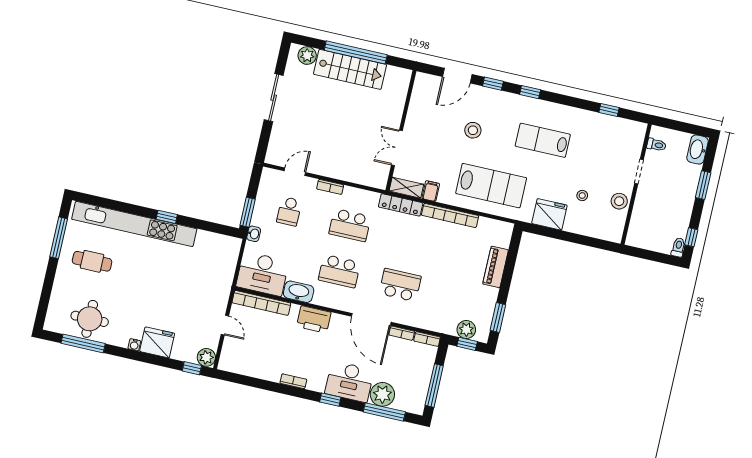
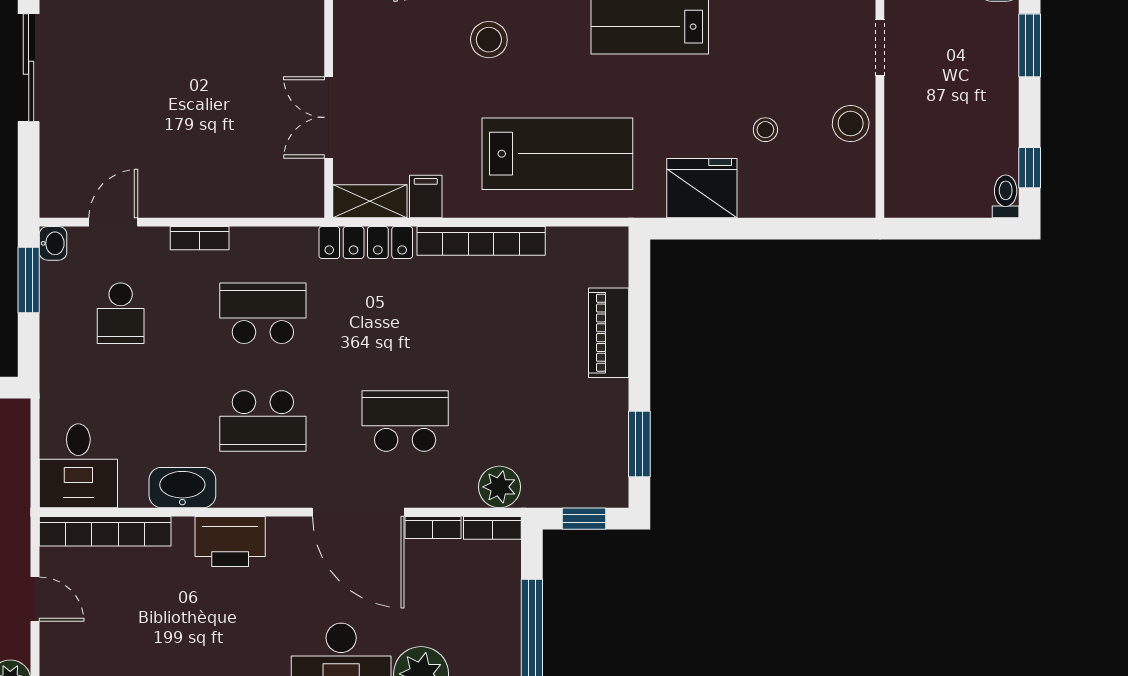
window: (248, 212) -> (29, 280), moved
school desk: (350, 225) -> (263, 313), turned 180
washbasin: (254, 234) -> (53, 243), moved
desk: (262, 274) -> (78, 466), width x0.73
plant: (466, 330) -> (499, 487), moved

